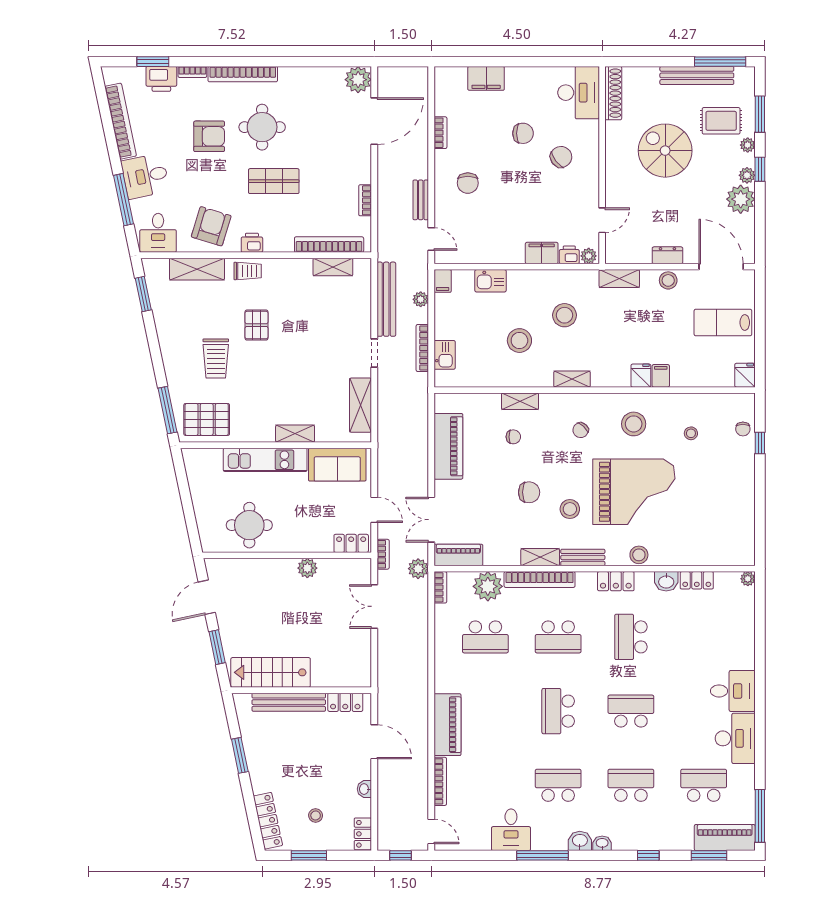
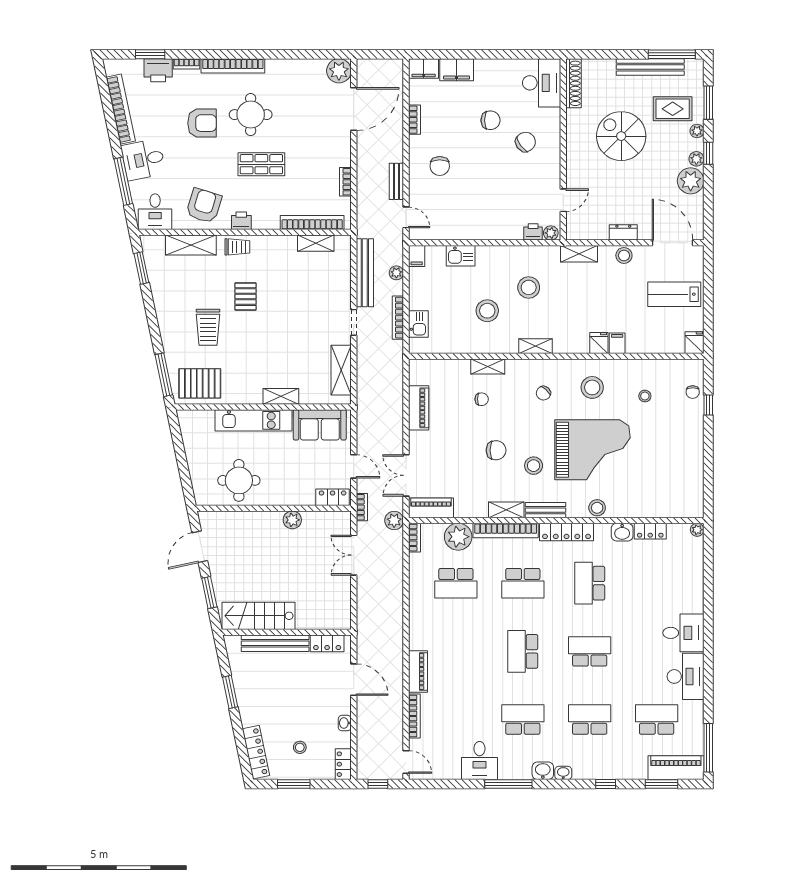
filing cabinet: (542, 253) -> (424, 69), moved, turned 180
piano: (448, 446) -> (419, 408), width x0.73, depth x0.75
locker: (616, 581) -> (567, 532), width x1.53
piano: (448, 725) -> (418, 671), width x0.73, depth x0.75

